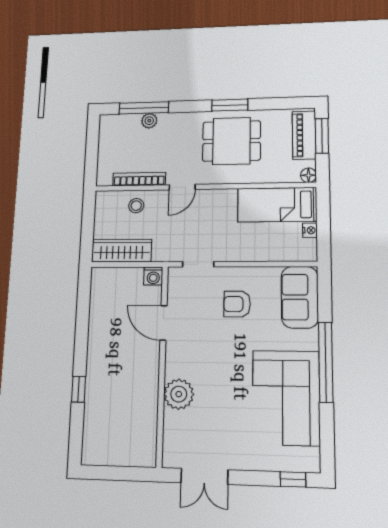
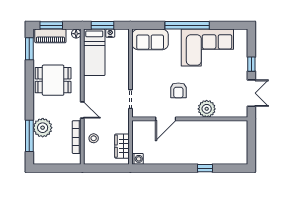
window: (230, 105) -> (29, 49), moved
plant: (149, 121) -> (43, 128), width x1.87, depth x1.87
dining table: (231, 141) -> (53, 80), turned 90
window: (323, 217) -> (102, 25), added
wardrobe: (122, 251) -> (122, 146), width x0.67
washing machine: (153, 276) -> (138, 159), moved
armchair: (237, 304) -> (178, 90), moved
window: (293, 479) -> (251, 64), moved

